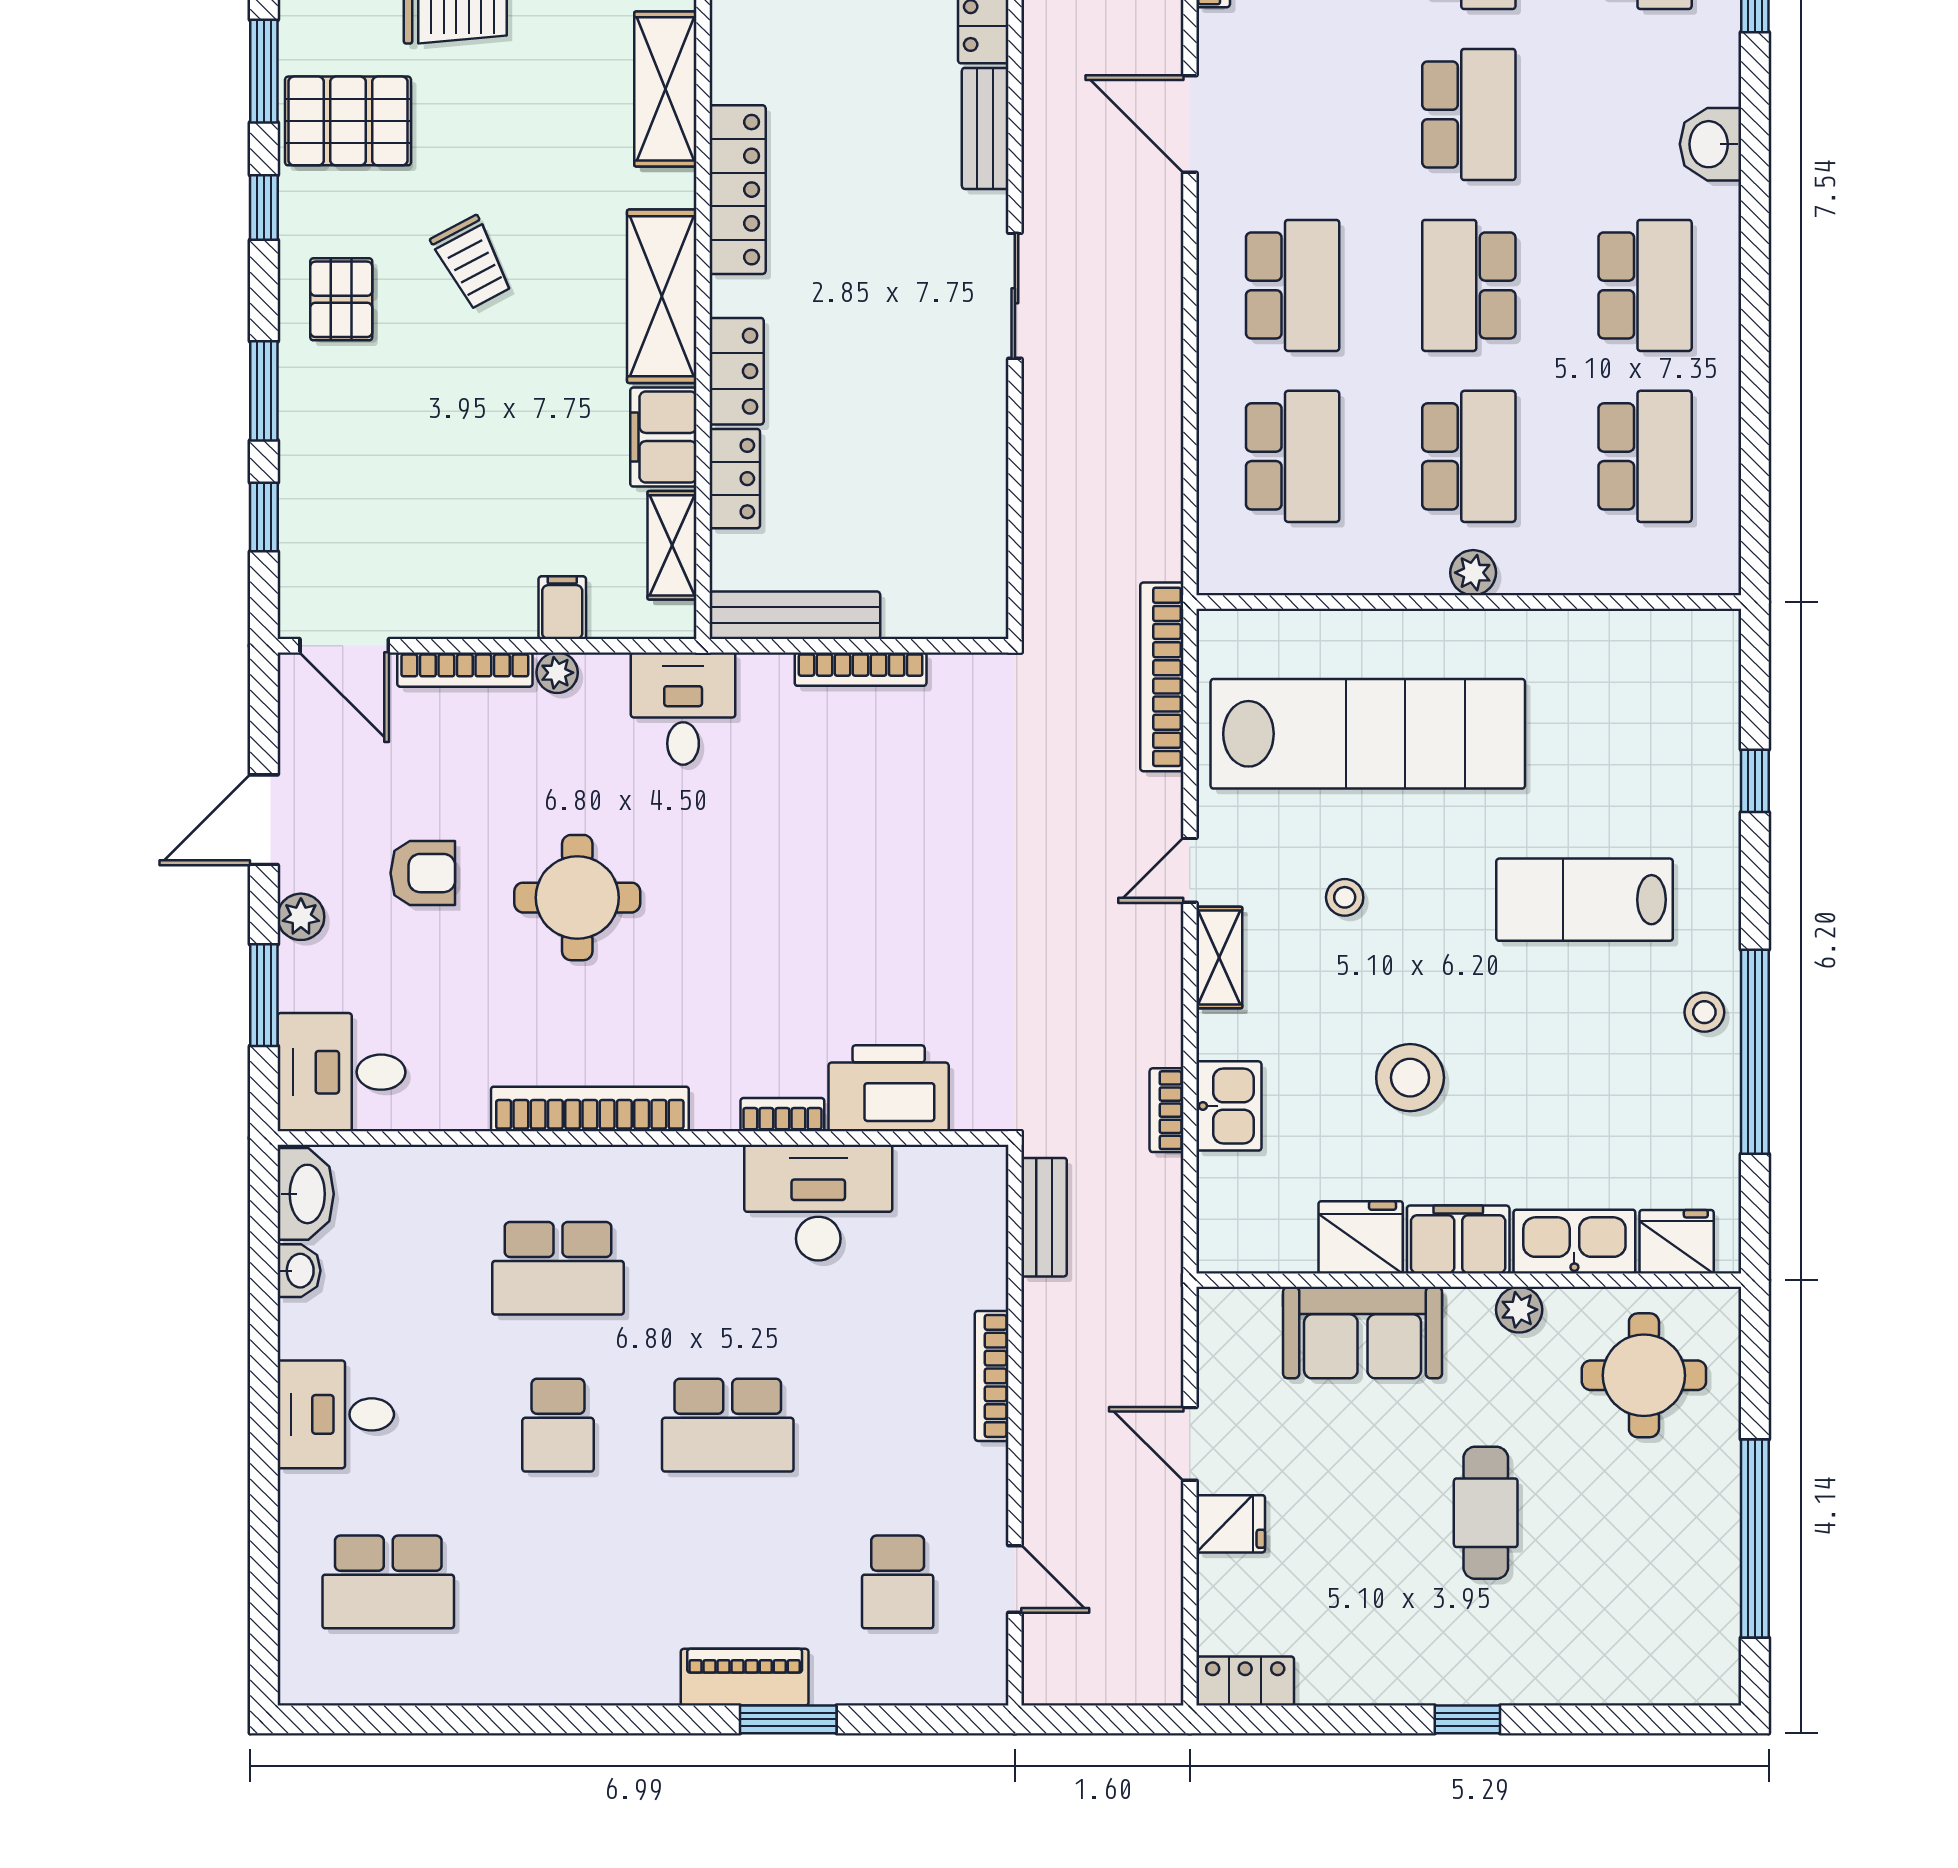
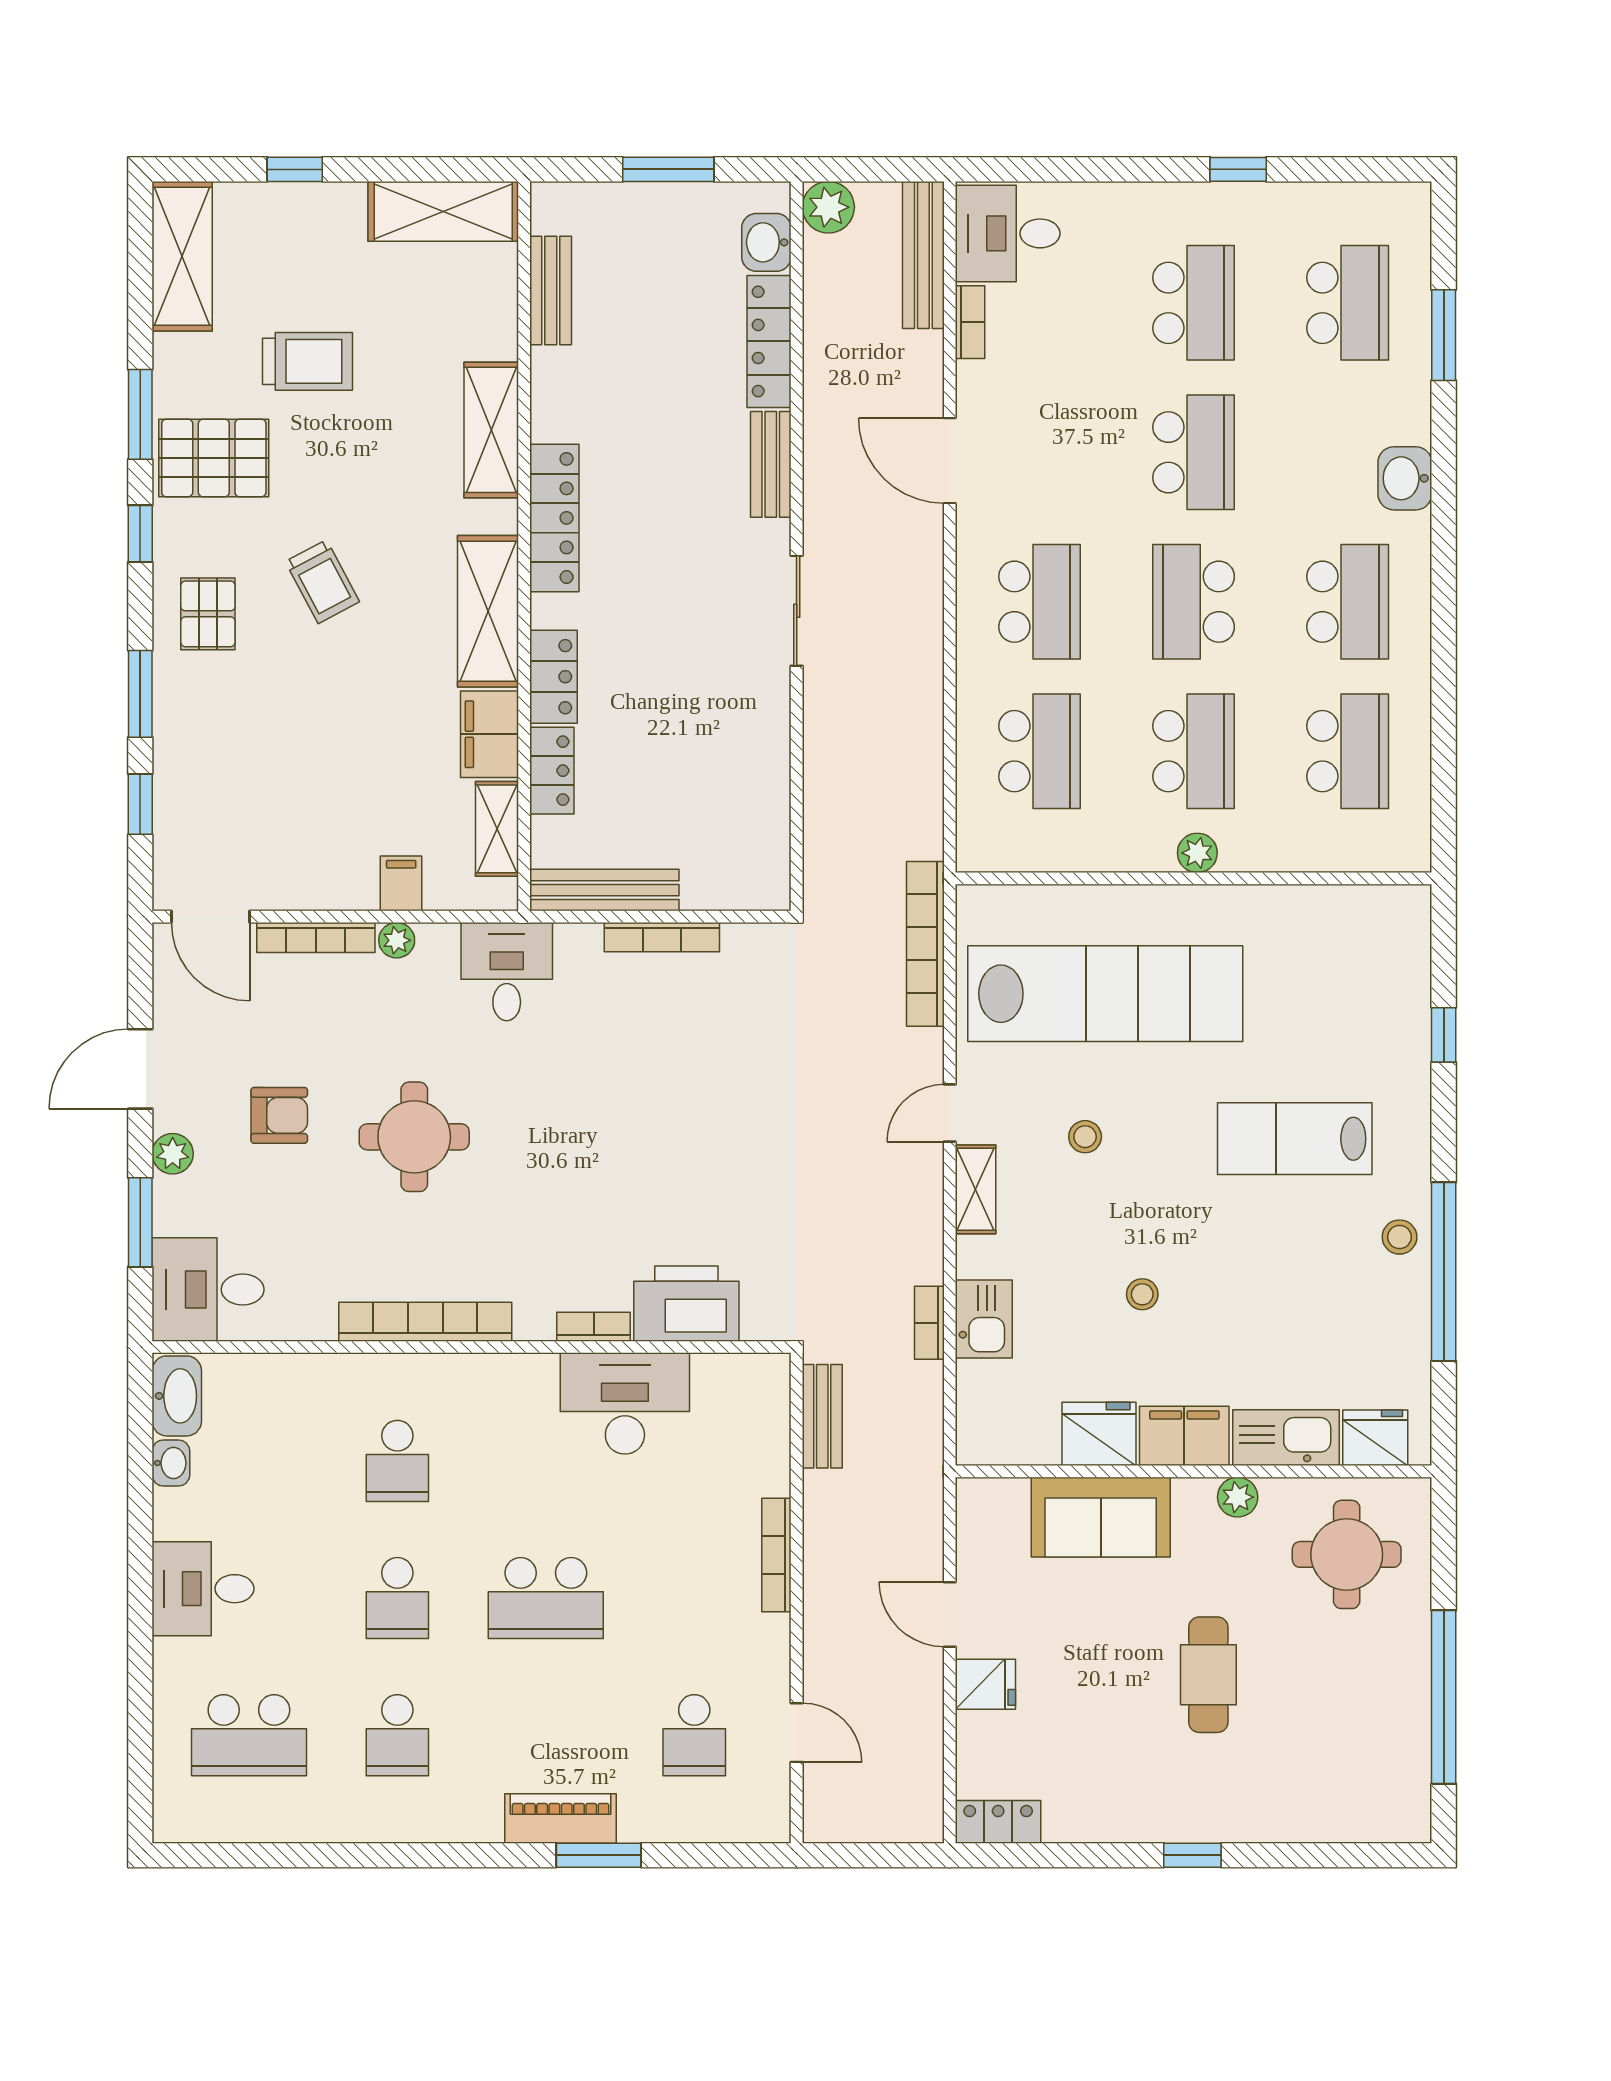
stool: (1410, 1078) -> (1142, 1294), width x0.53, depth x0.53
school desk: (558, 1268) -> (397, 1461), width x0.54
school desk: (558, 1582) -> (397, 1735), added

